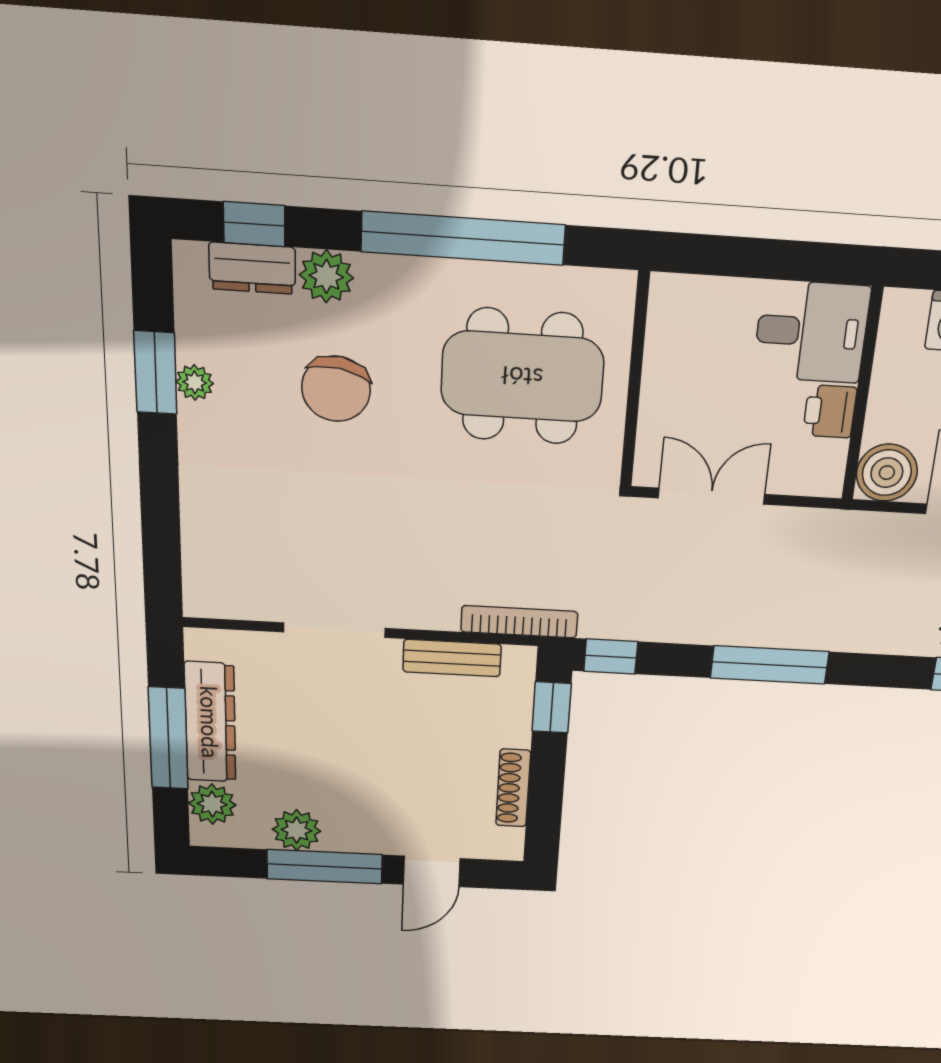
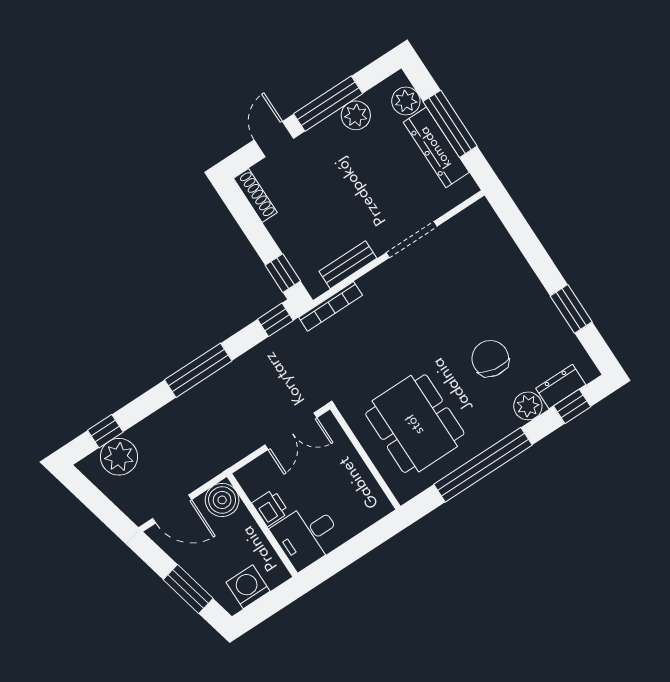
dining table: (522, 377) -> (415, 424), turned 90
plant: (195, 382) -> (552, 317), removed
shoe rack: (513, 788) -> (255, 195), moved

